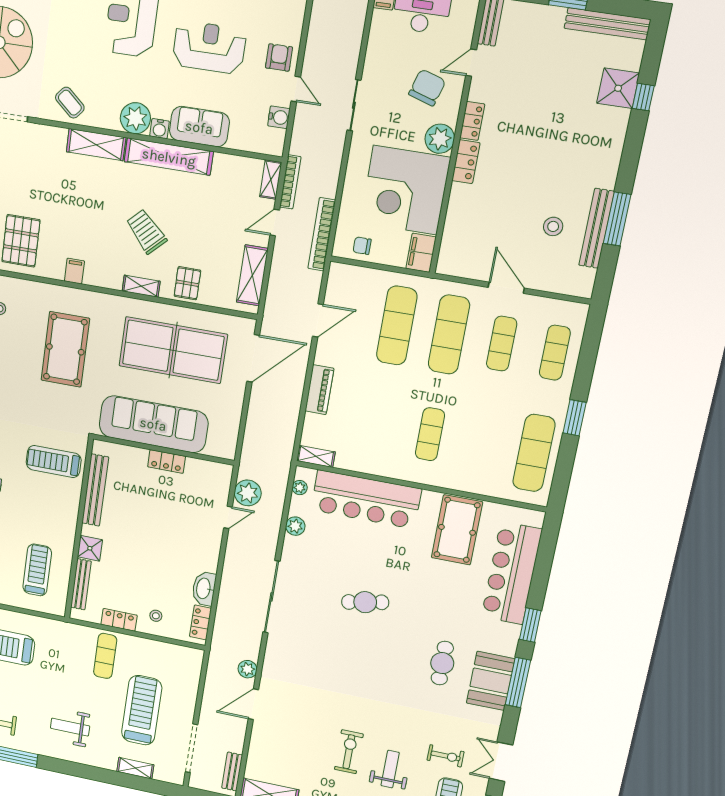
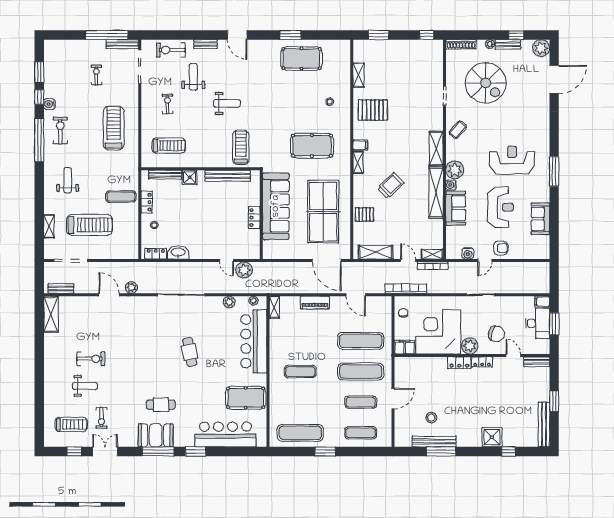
shower: (618, 88) -> (492, 437), moved
shelving: (141, 286) -> (358, 162), moved

